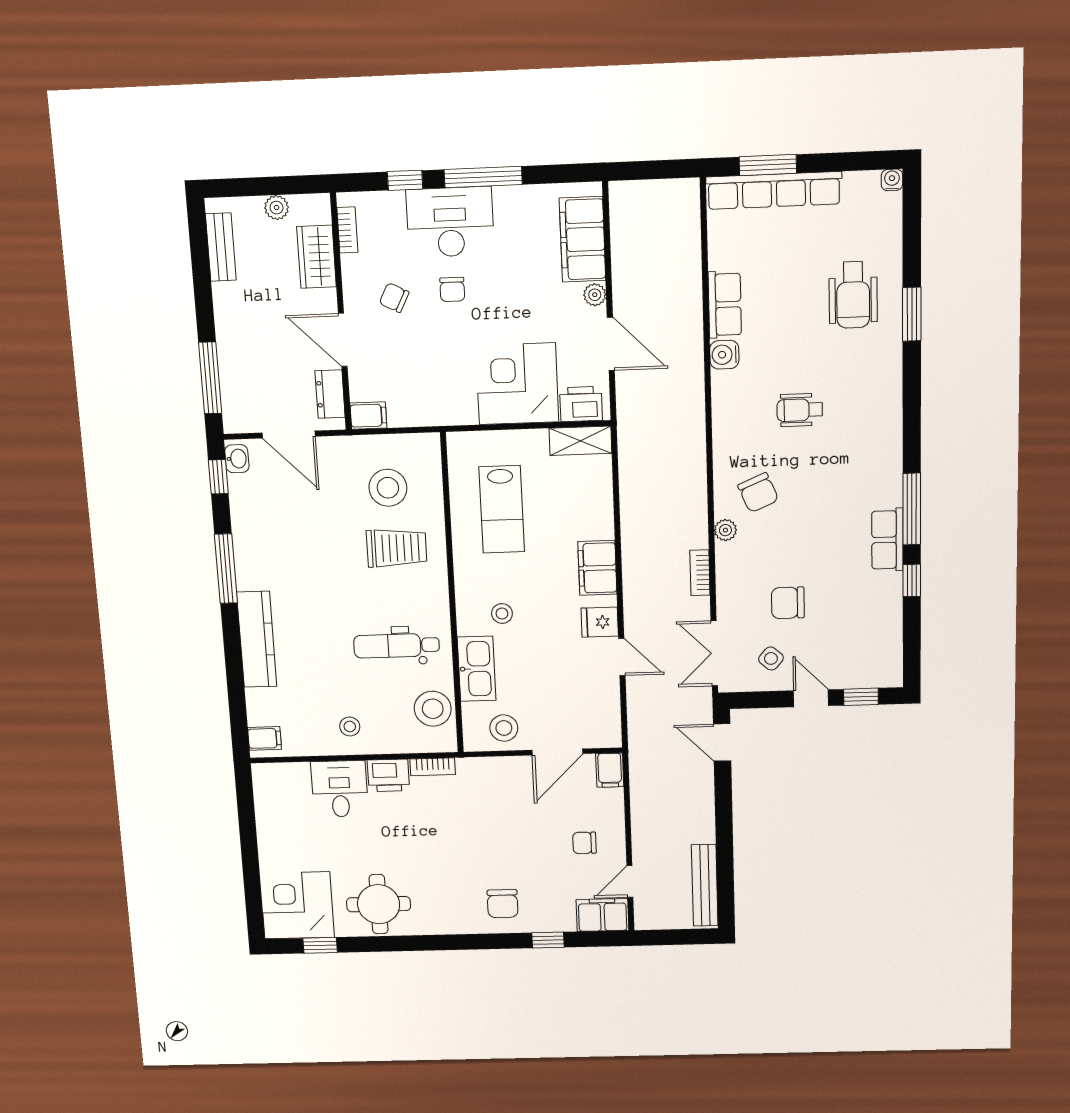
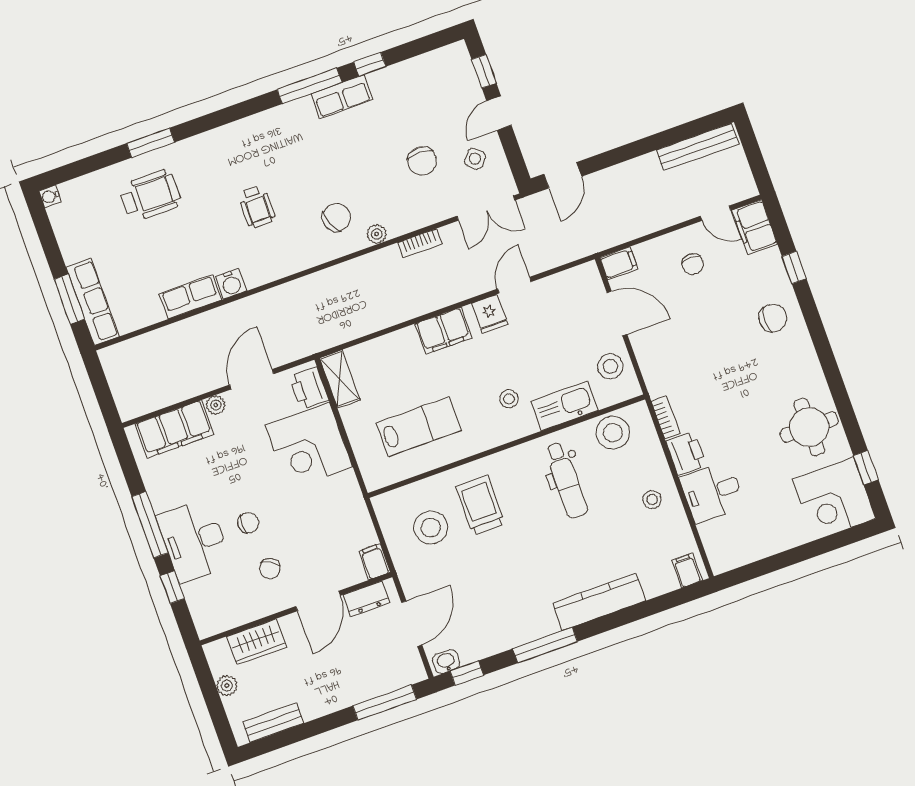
row of seats: (774, 190) -> (93, 302), width x0.73
bookcase: (347, 230) -> (227, 623), removed

